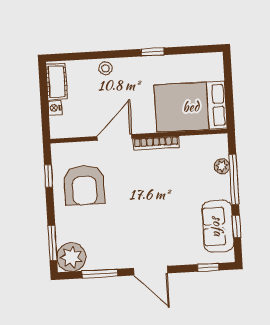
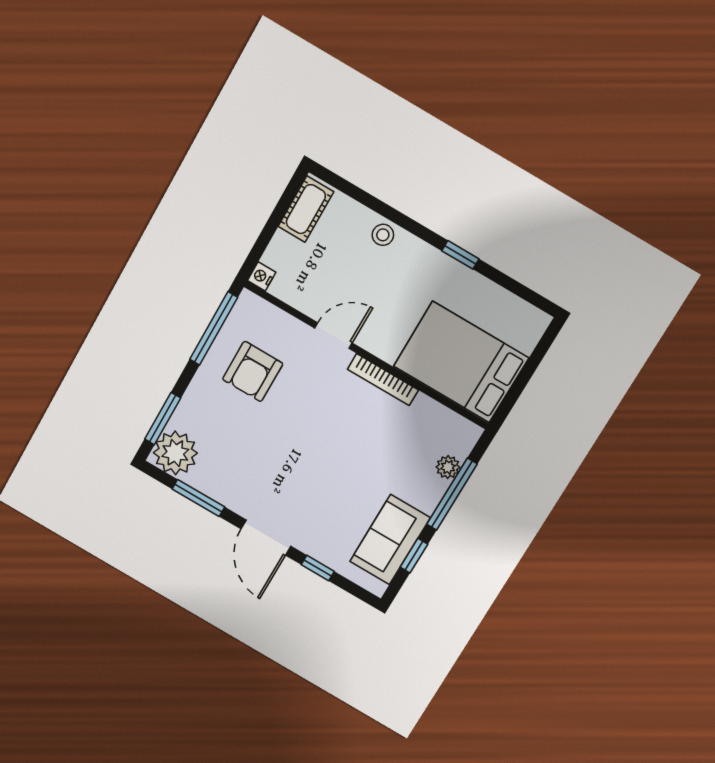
nightstand: (55, 108) -> (262, 276), moved
door: (114, 137) -> (333, 336), width x0.73
window: (49, 176) -> (214, 328), width x2.17
armchair: (84, 185) -> (253, 371), width x0.73, depth x0.73
window: (208, 267) -> (318, 568), moved

